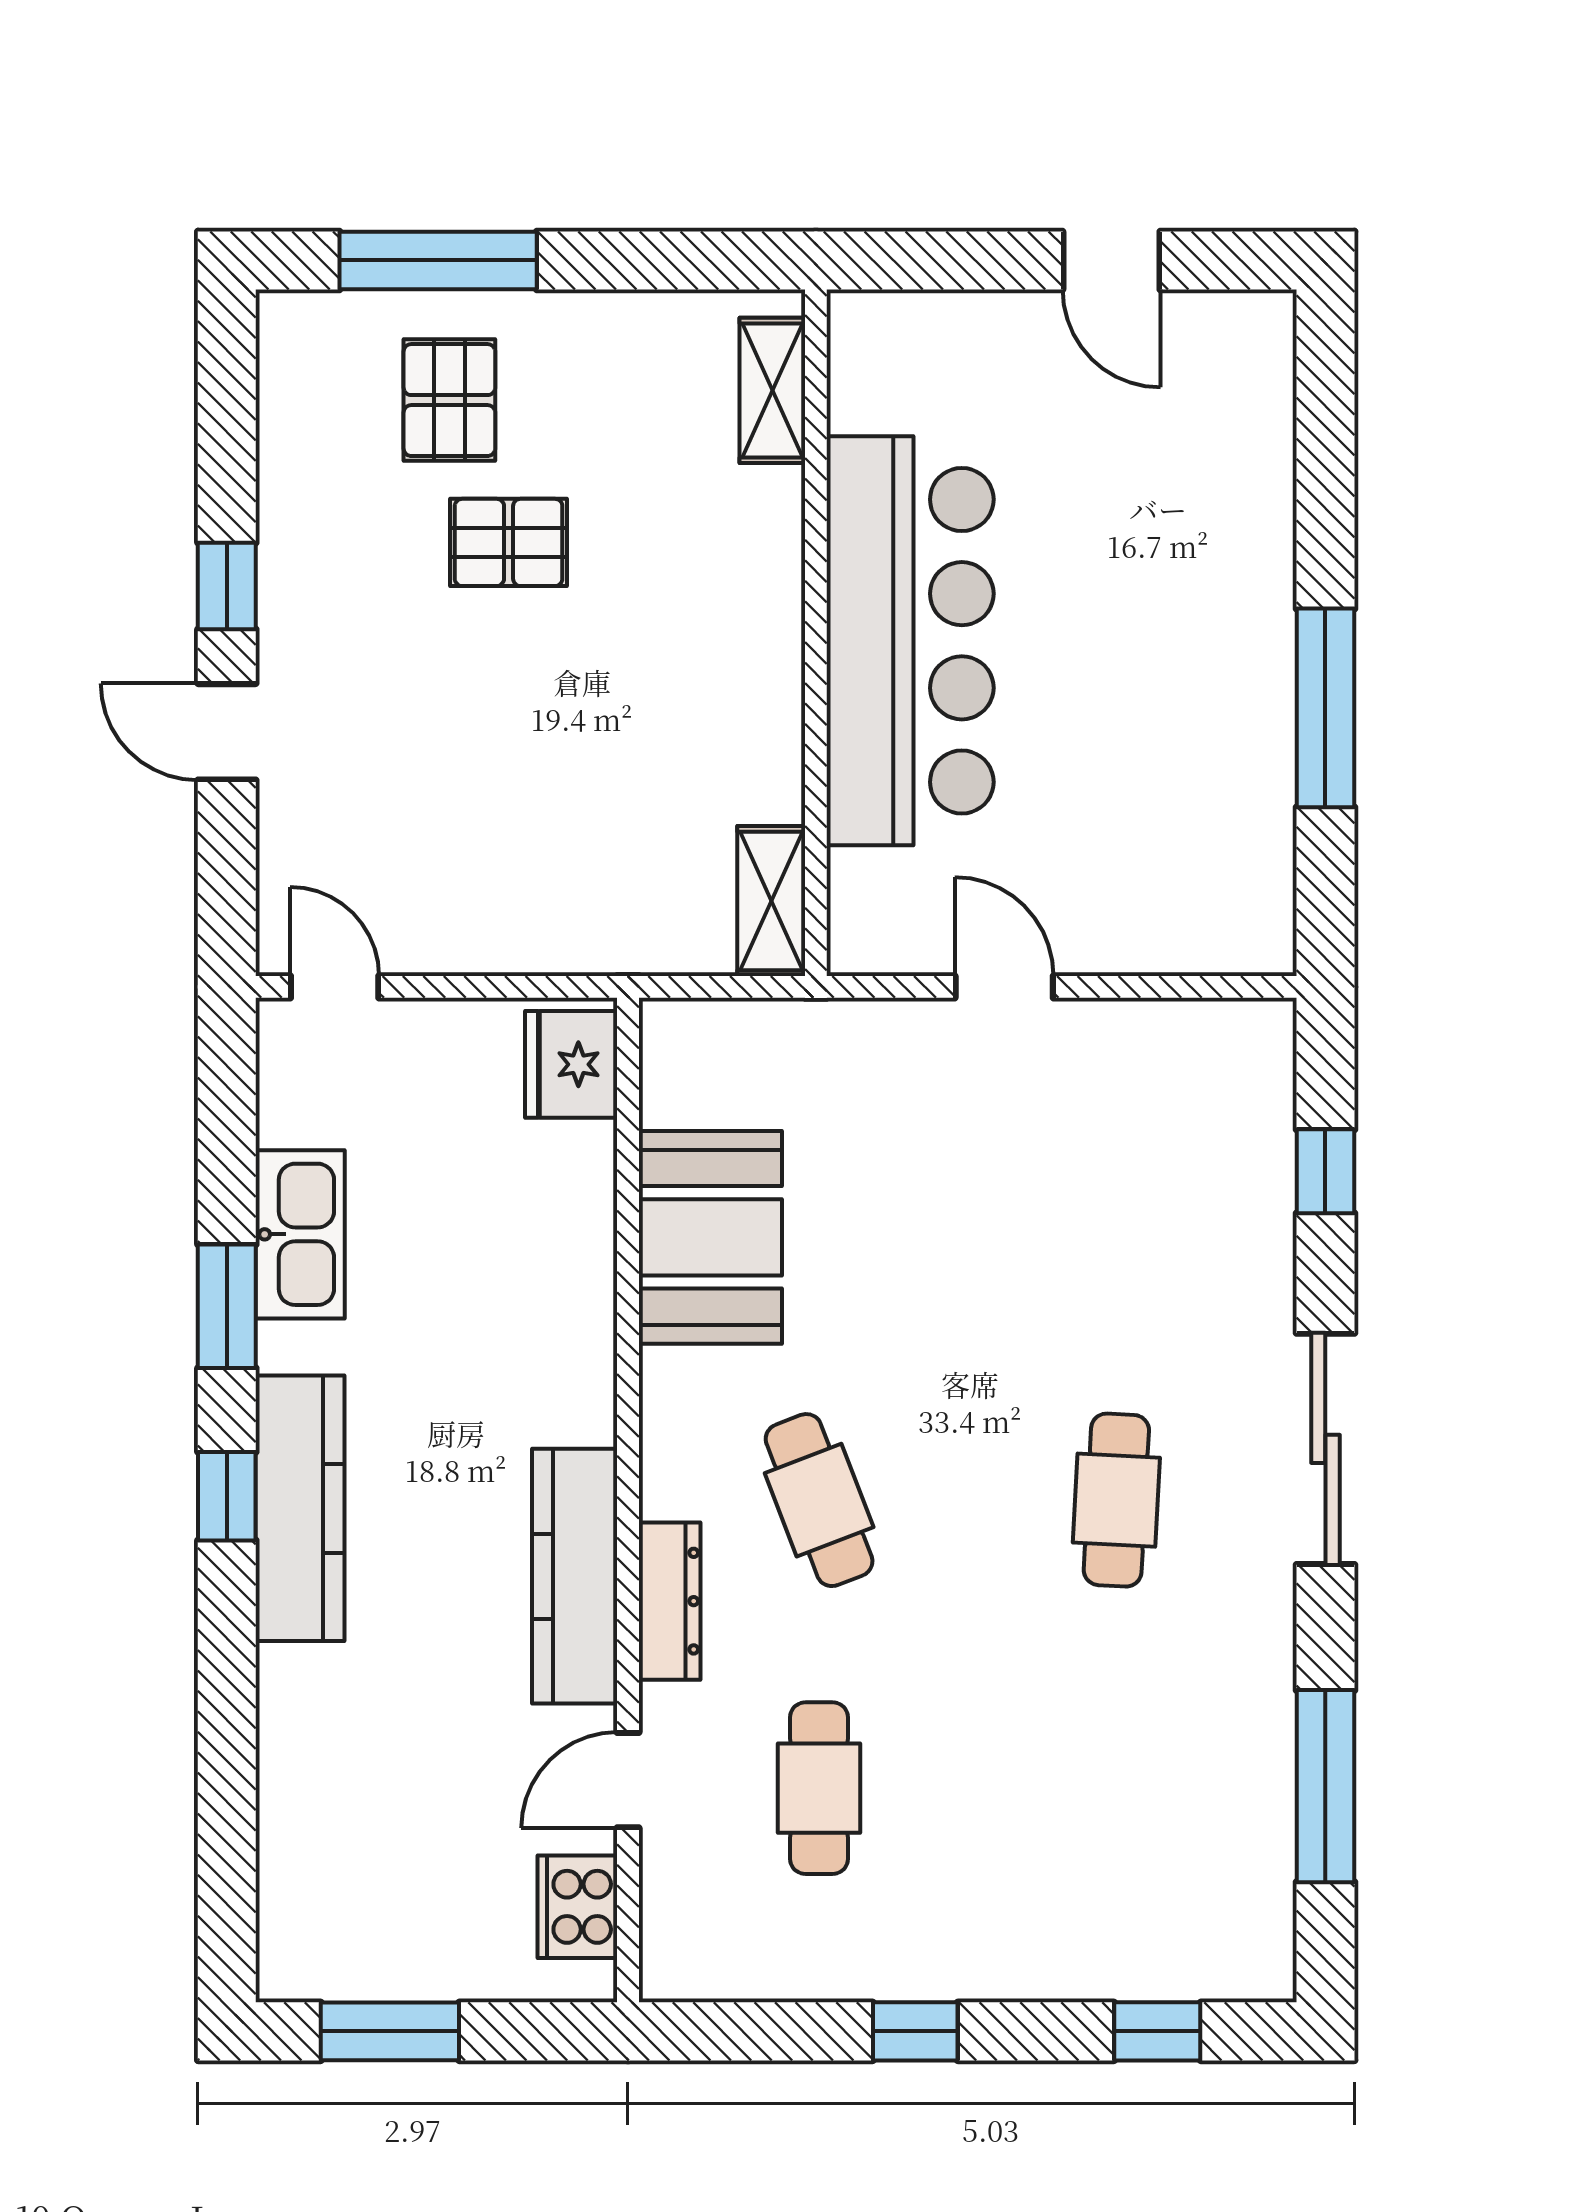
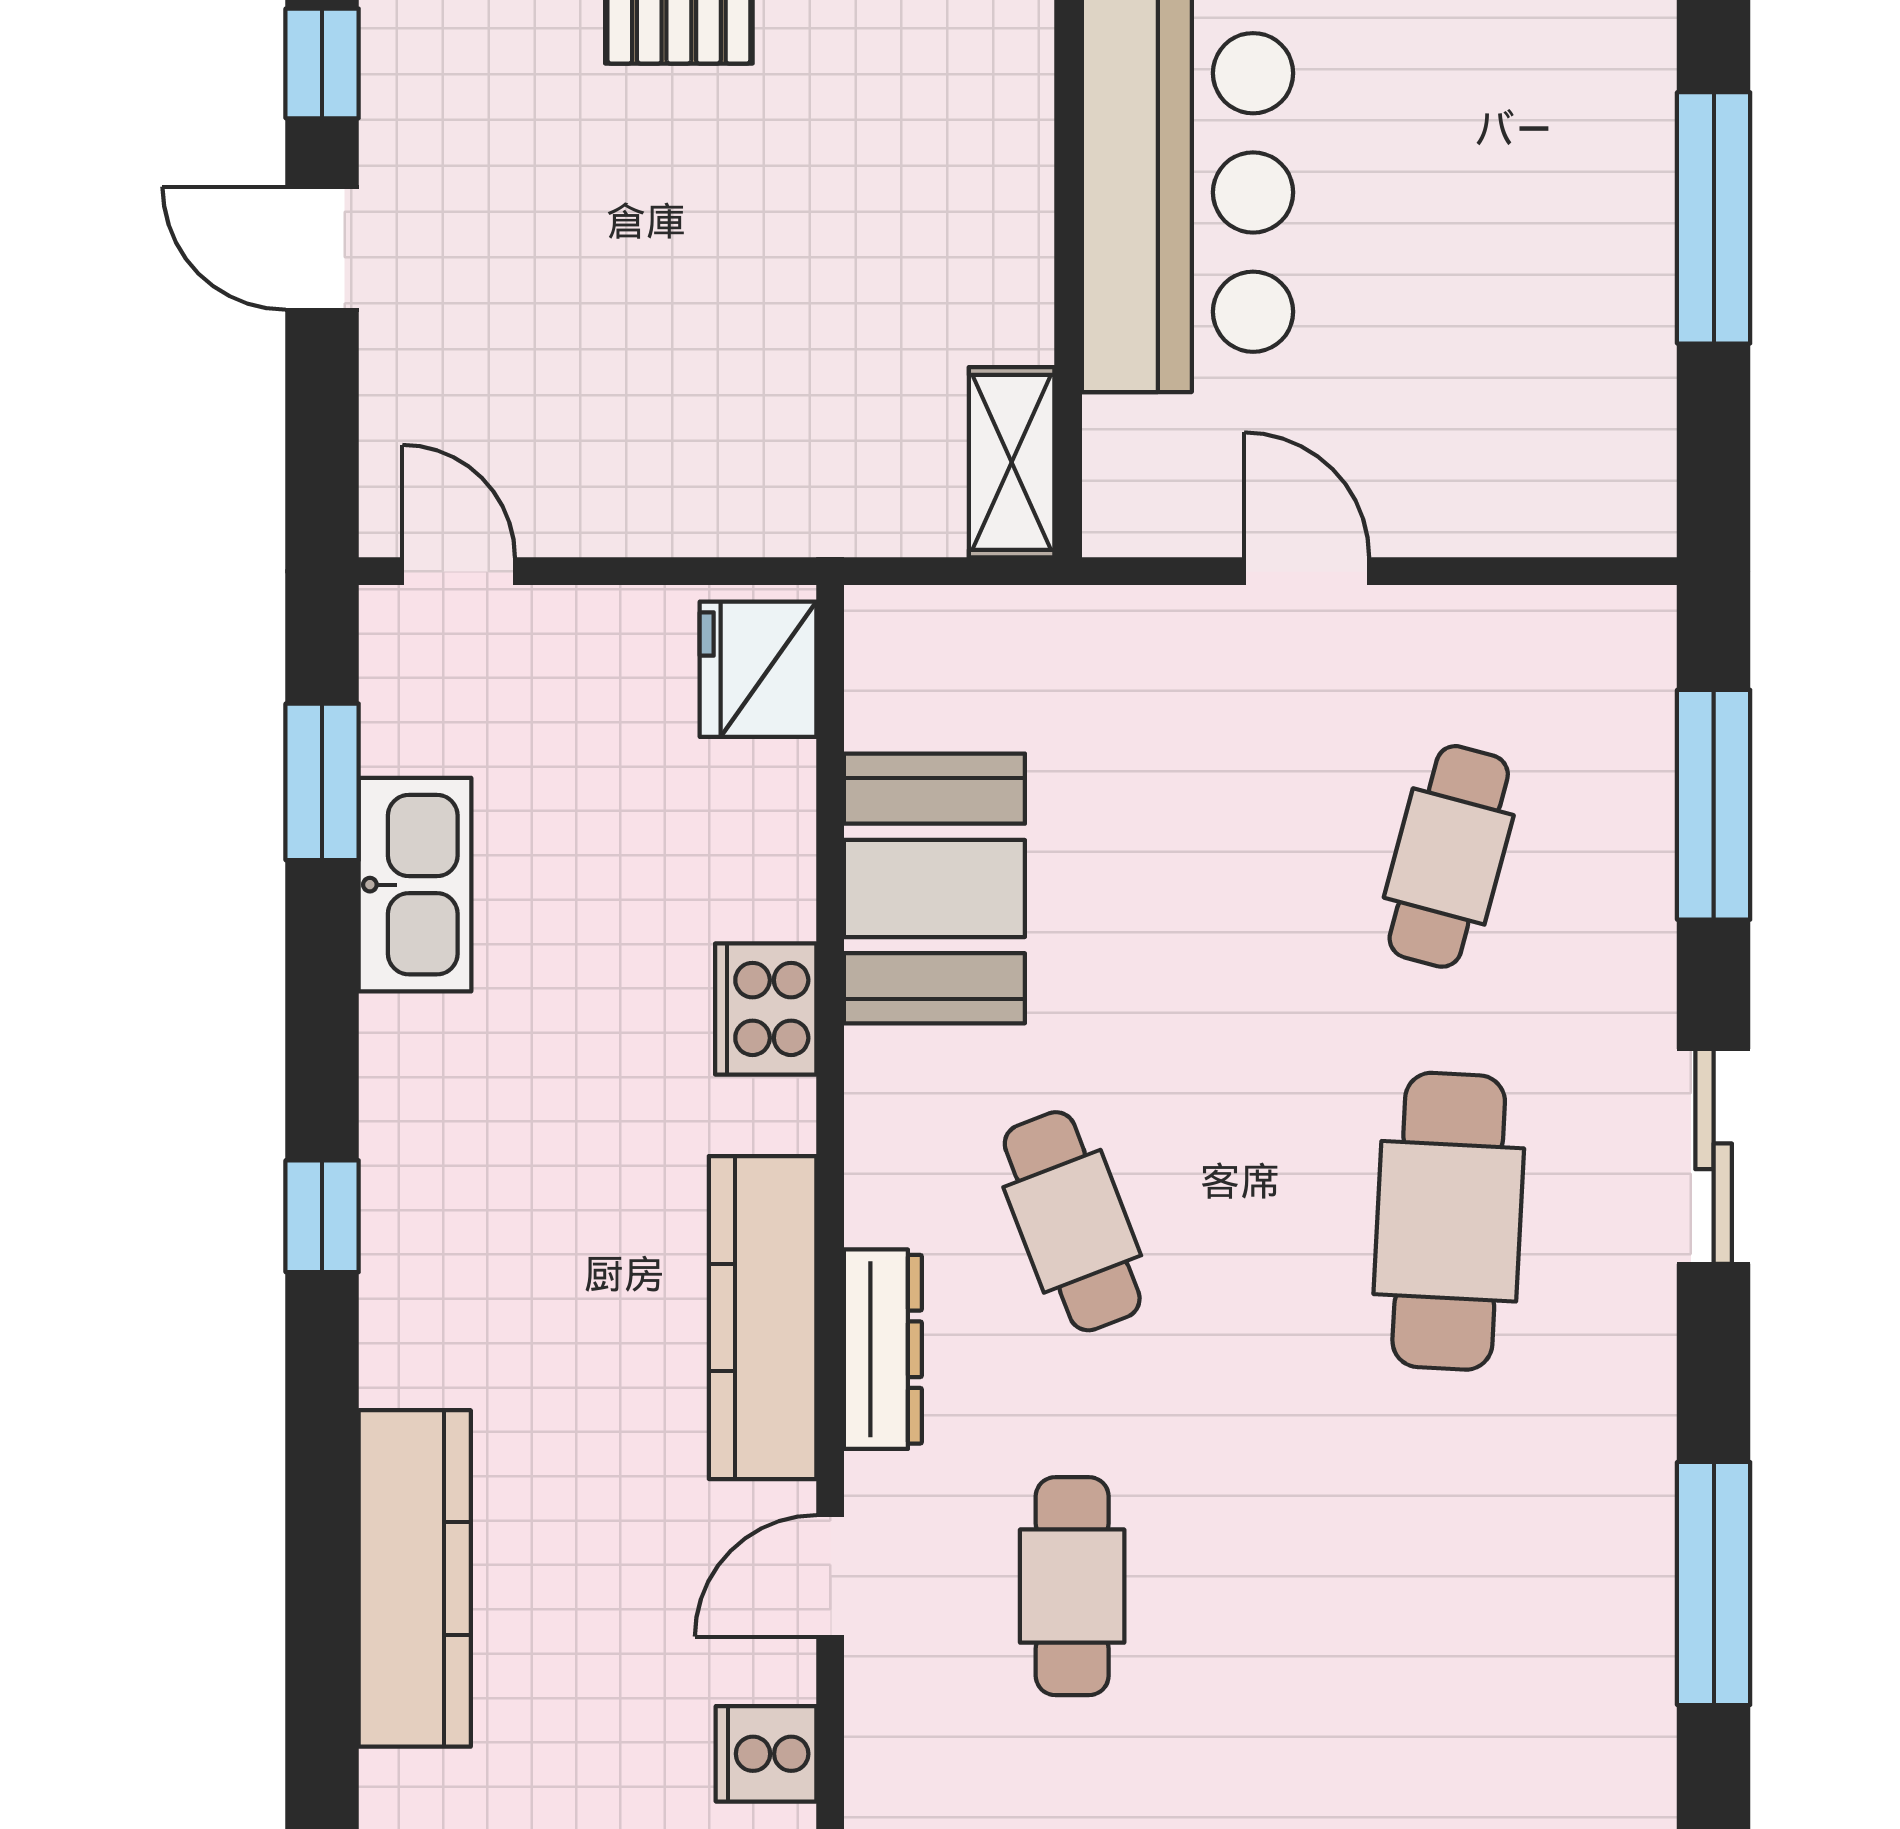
window: (1325, 1171) -> (1714, 805), width x2.17
cafe table: (1116, 1212) -> (1449, 856), added
window: (227, 1306) -> (322, 782), moved
cooker: (577, 1332) -> (766, 1009), added
sliding door: (1325, 1449) -> (1714, 1156), width x0.73
cafe table: (1116, 1500) -> (1449, 1221), width x1.37, depth x1.35
kitchen counter: (300, 1508) -> (415, 1578), moved
cooker: (577, 1907) -> (766, 1754), width x0.73

